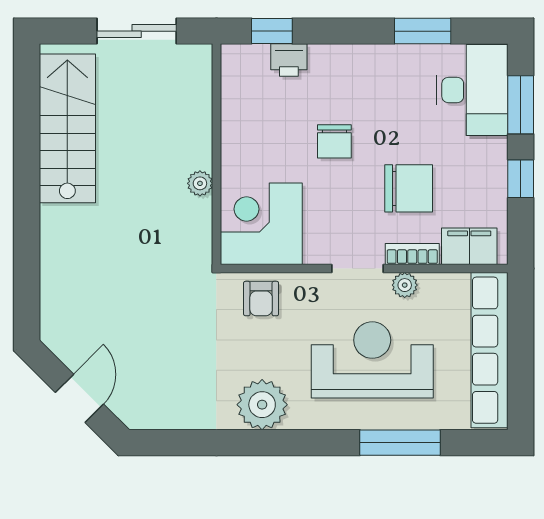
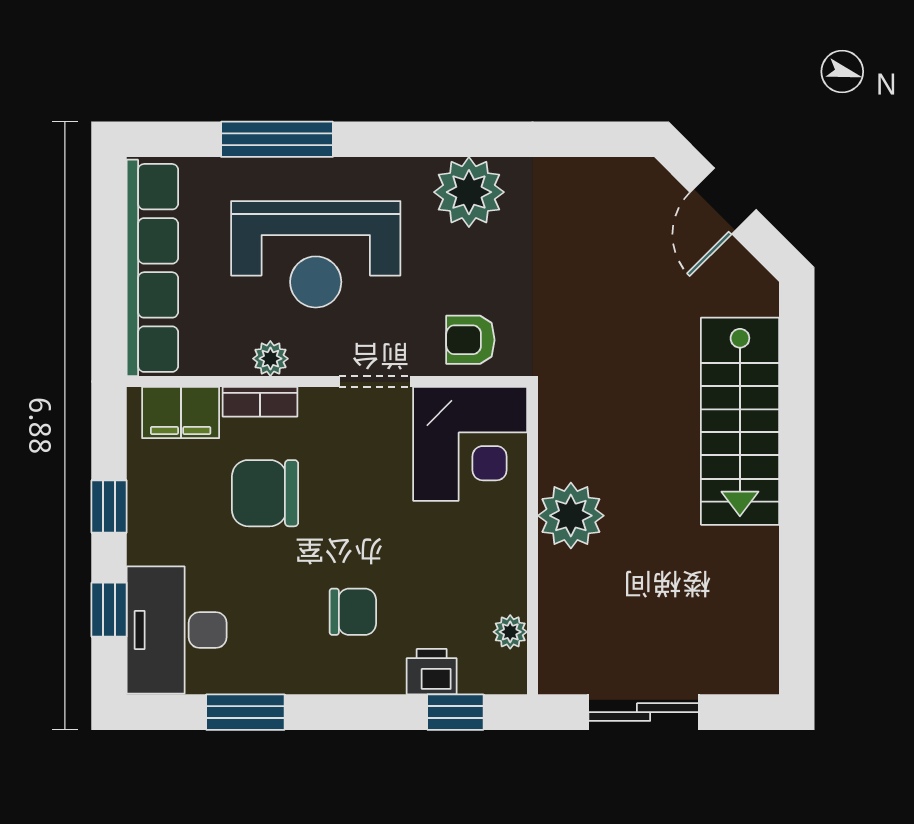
plant: (232, 89) -> (510, 632), added
window: (521, 105) -> (109, 610), width x0.67
stairs: (67, 128) -> (740, 421), moved
chair: (334, 141) -> (353, 612), moved, turned 90
plant: (200, 183) -> (571, 516), width x1.87, depth x1.87
doorway: (357, 269) -> (375, 381), moved
armchair: (261, 299) -> (470, 340), turned -90

